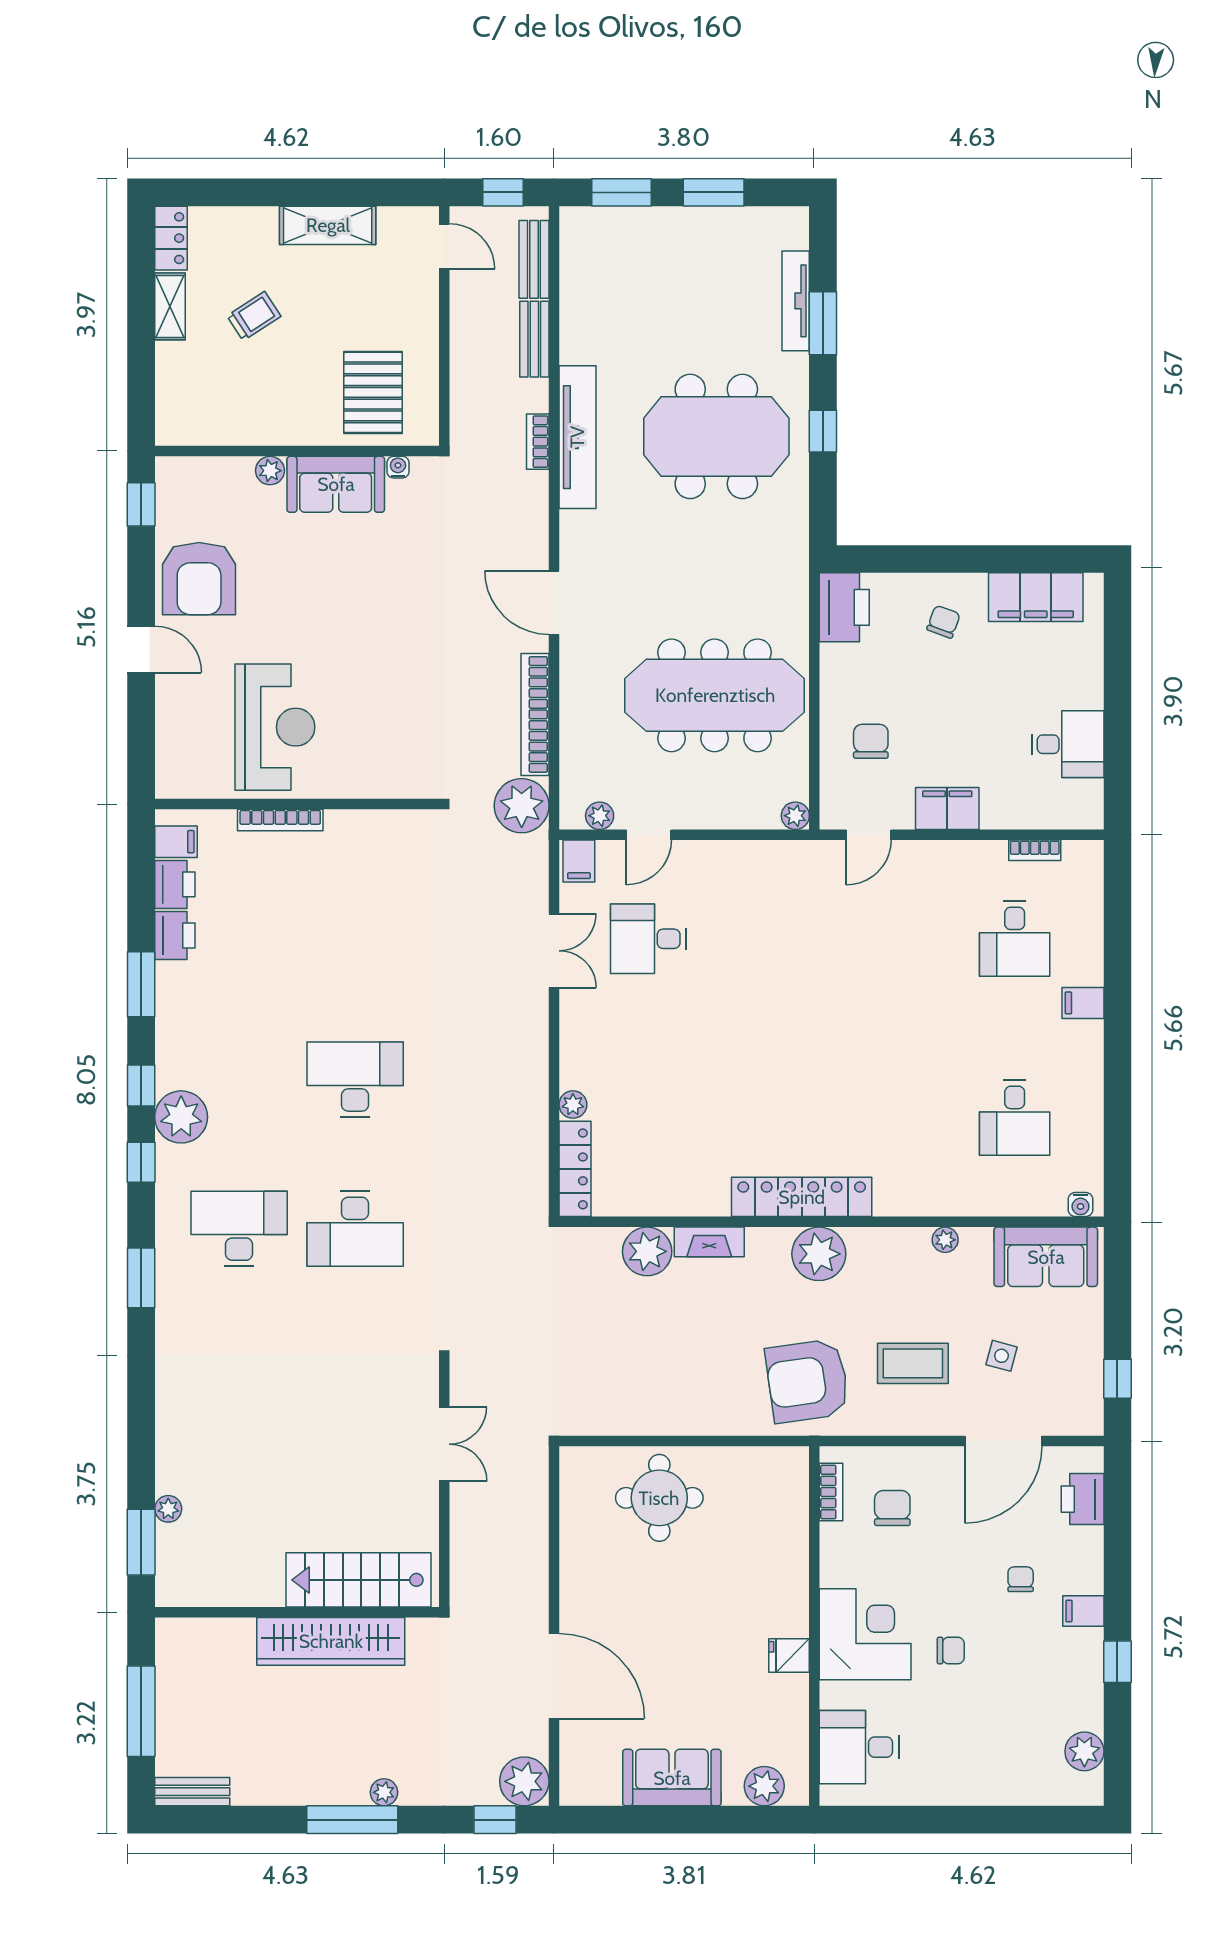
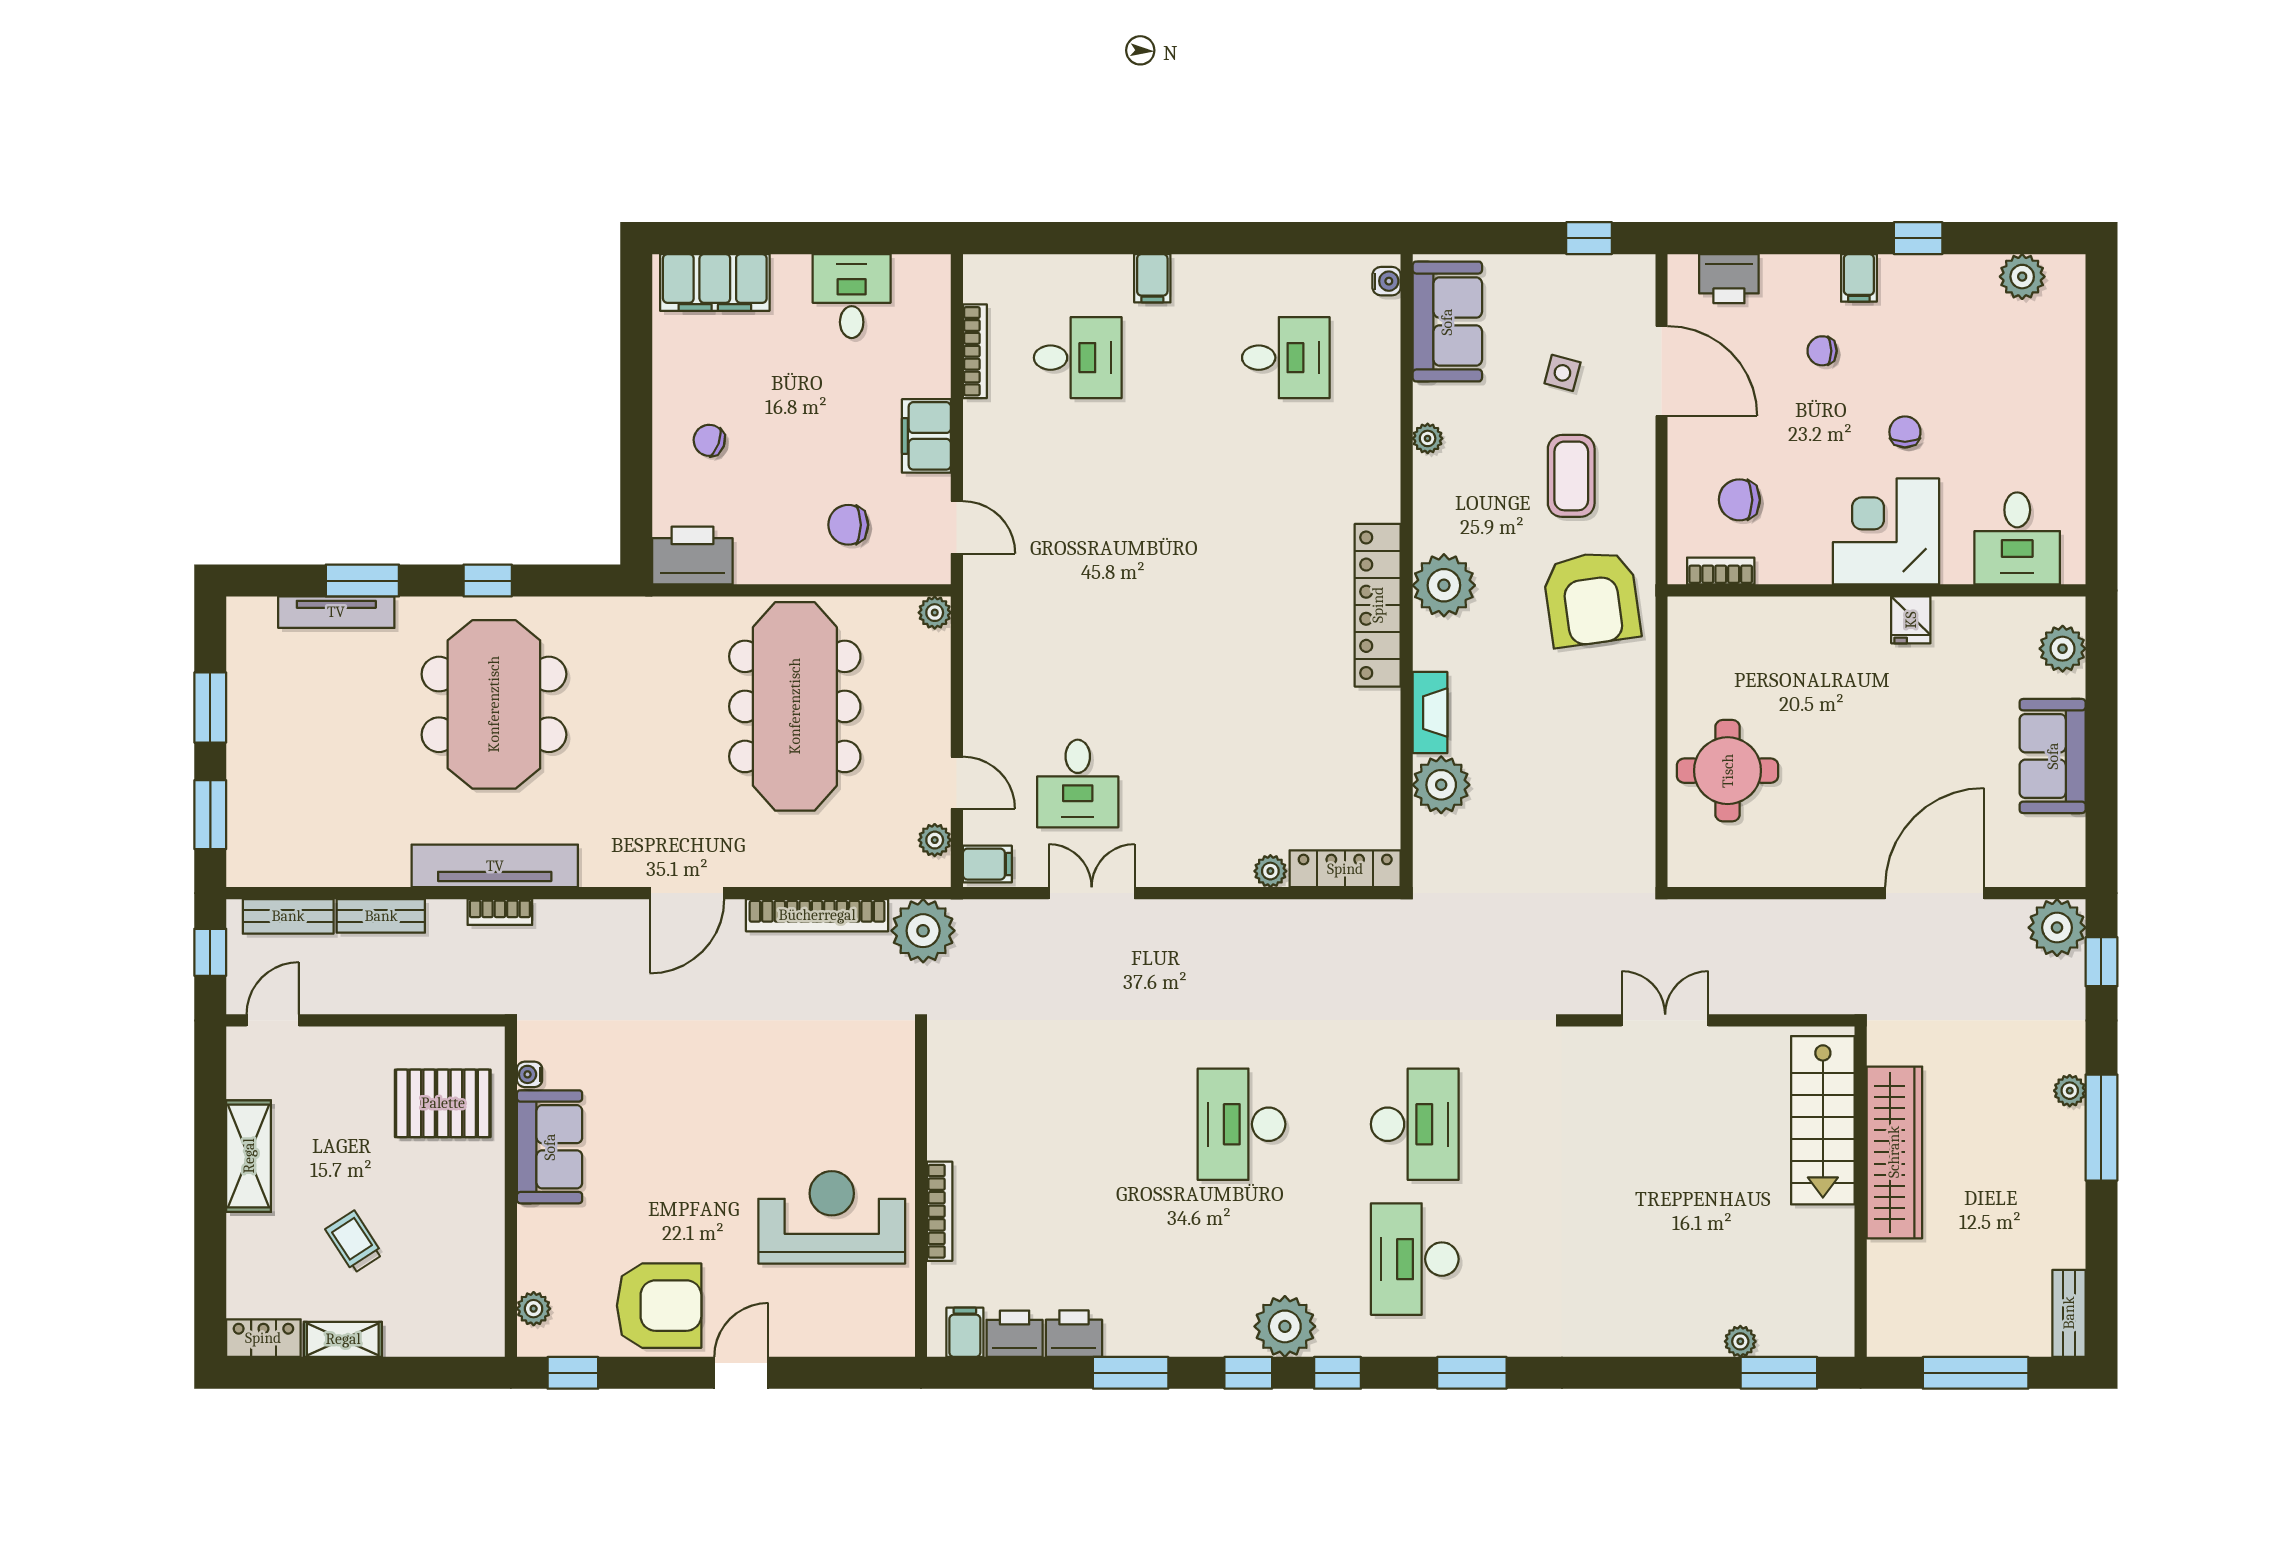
plant: (270, 471) -> (534, 1309), moved
filing cabinet: (1036, 597) -> (715, 282), moved, turned 90
bookcase: (1035, 850) -> (975, 351), width x1.56

